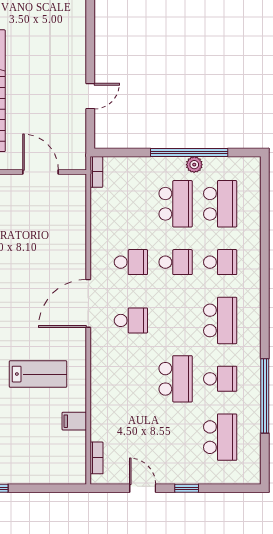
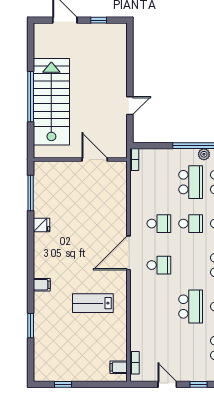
lab bench: (38, 374) -> (93, 303), turned 180
filing cabinet: (74, 421) -> (119, 367), moved

